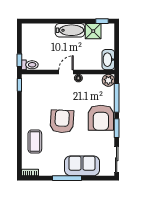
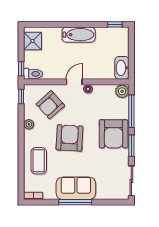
shower: (93, 31) -> (33, 41), moved
armchair: (45, 92) -> (50, 105), added
plant: (26, 109) -> (29, 124), added
sofa: (82, 166) -> (76, 188), moved

